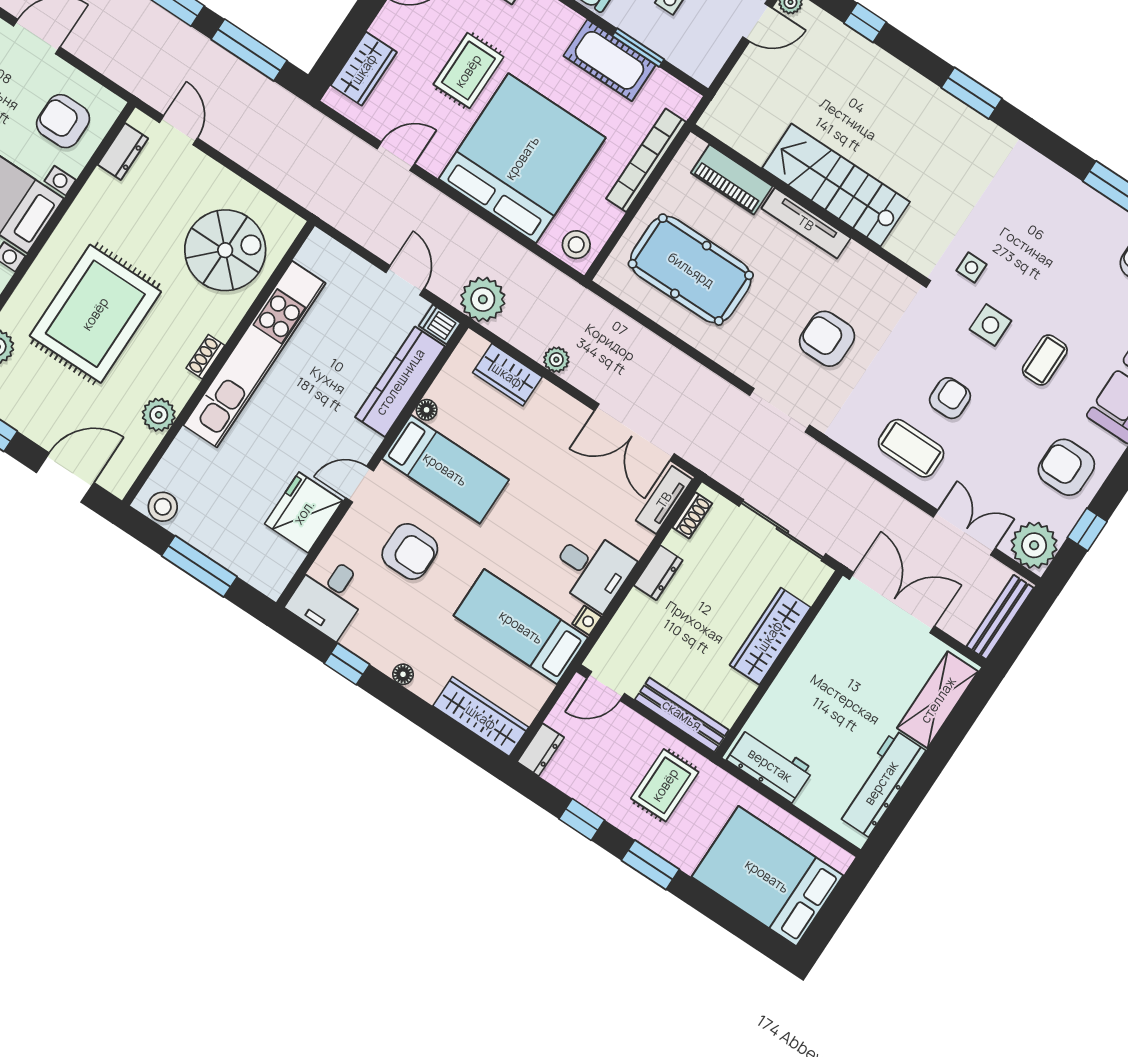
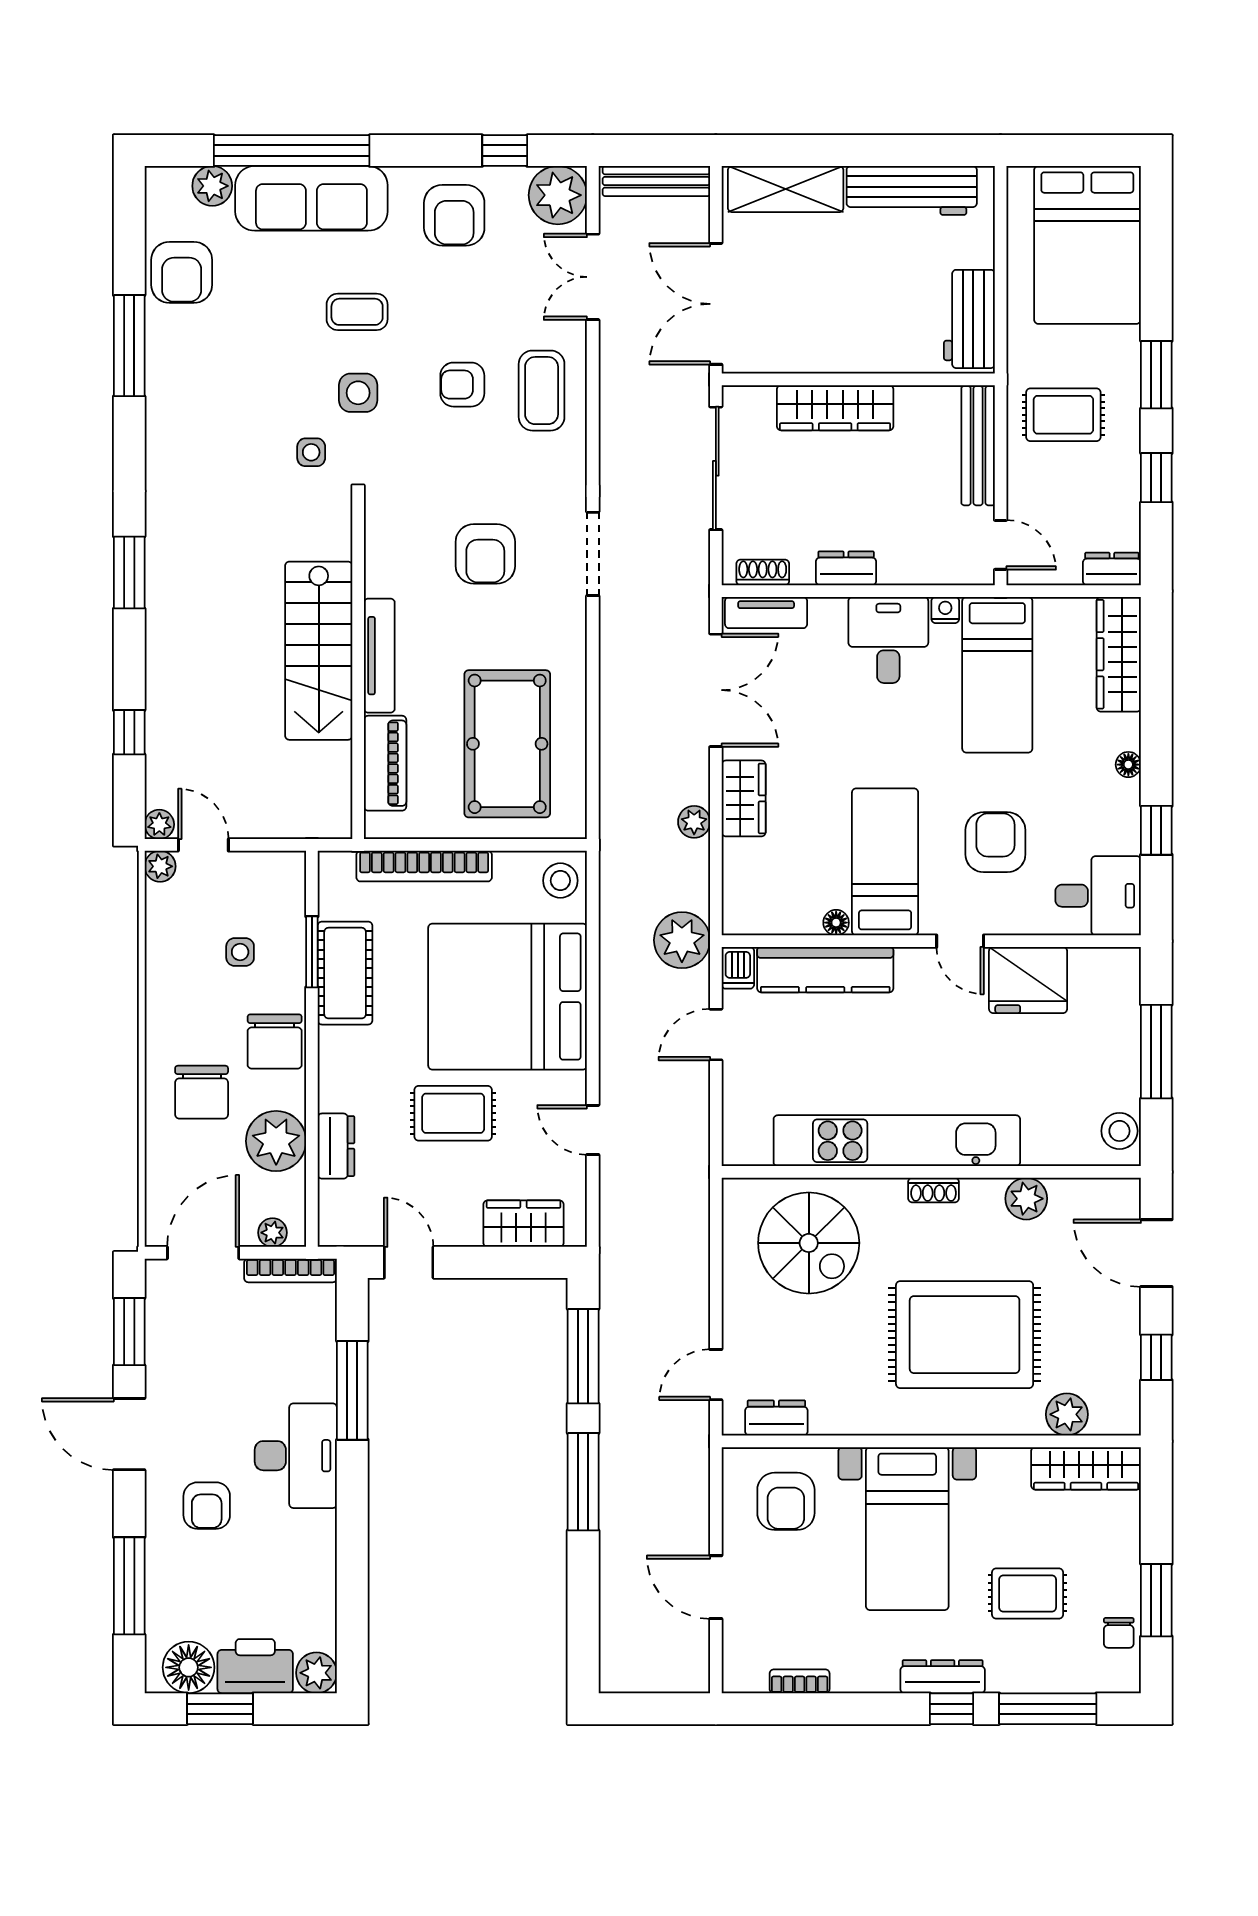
spiral stairs: (225, 250) -> (809, 1243), turned 180
wardrobe: (507, 375) -> (744, 798), moved

